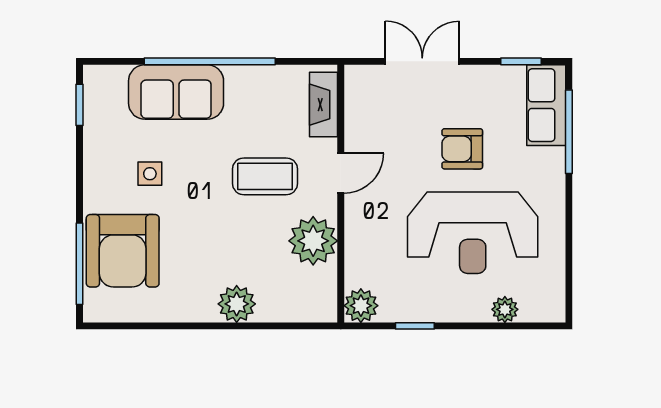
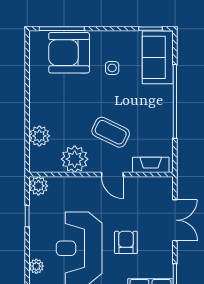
sofa: (176, 92) -> (158, 57), moved
coffee table: (265, 176) -> (111, 132), turned -64
plant: (237, 304) -> (39, 136), moved

